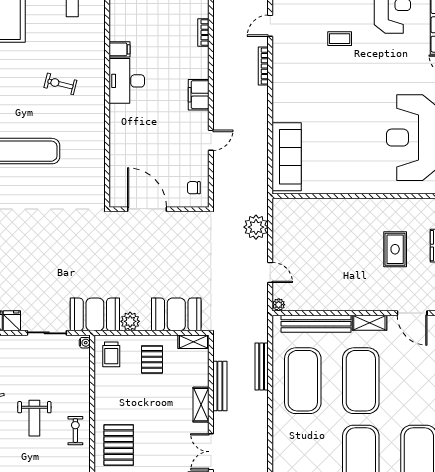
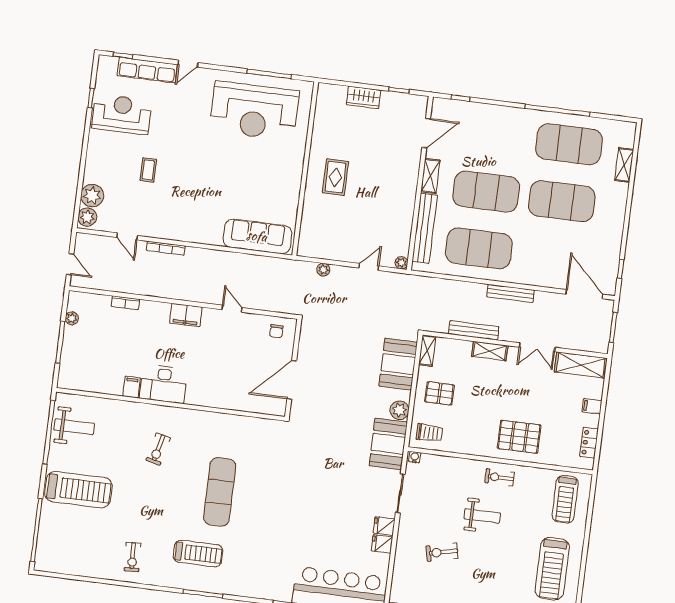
plant: (256, 227) -> (323, 270), width x0.53, depth x0.53
rug: (395, 249) -> (335, 177), moved, turned 90
bench: (262, 366) -> (511, 293), moved

